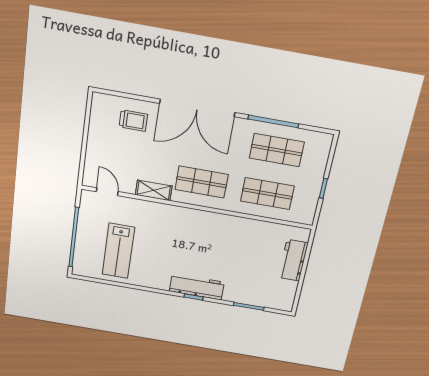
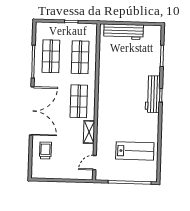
workbench: (293, 260) -> (124, 32), width x1.38

